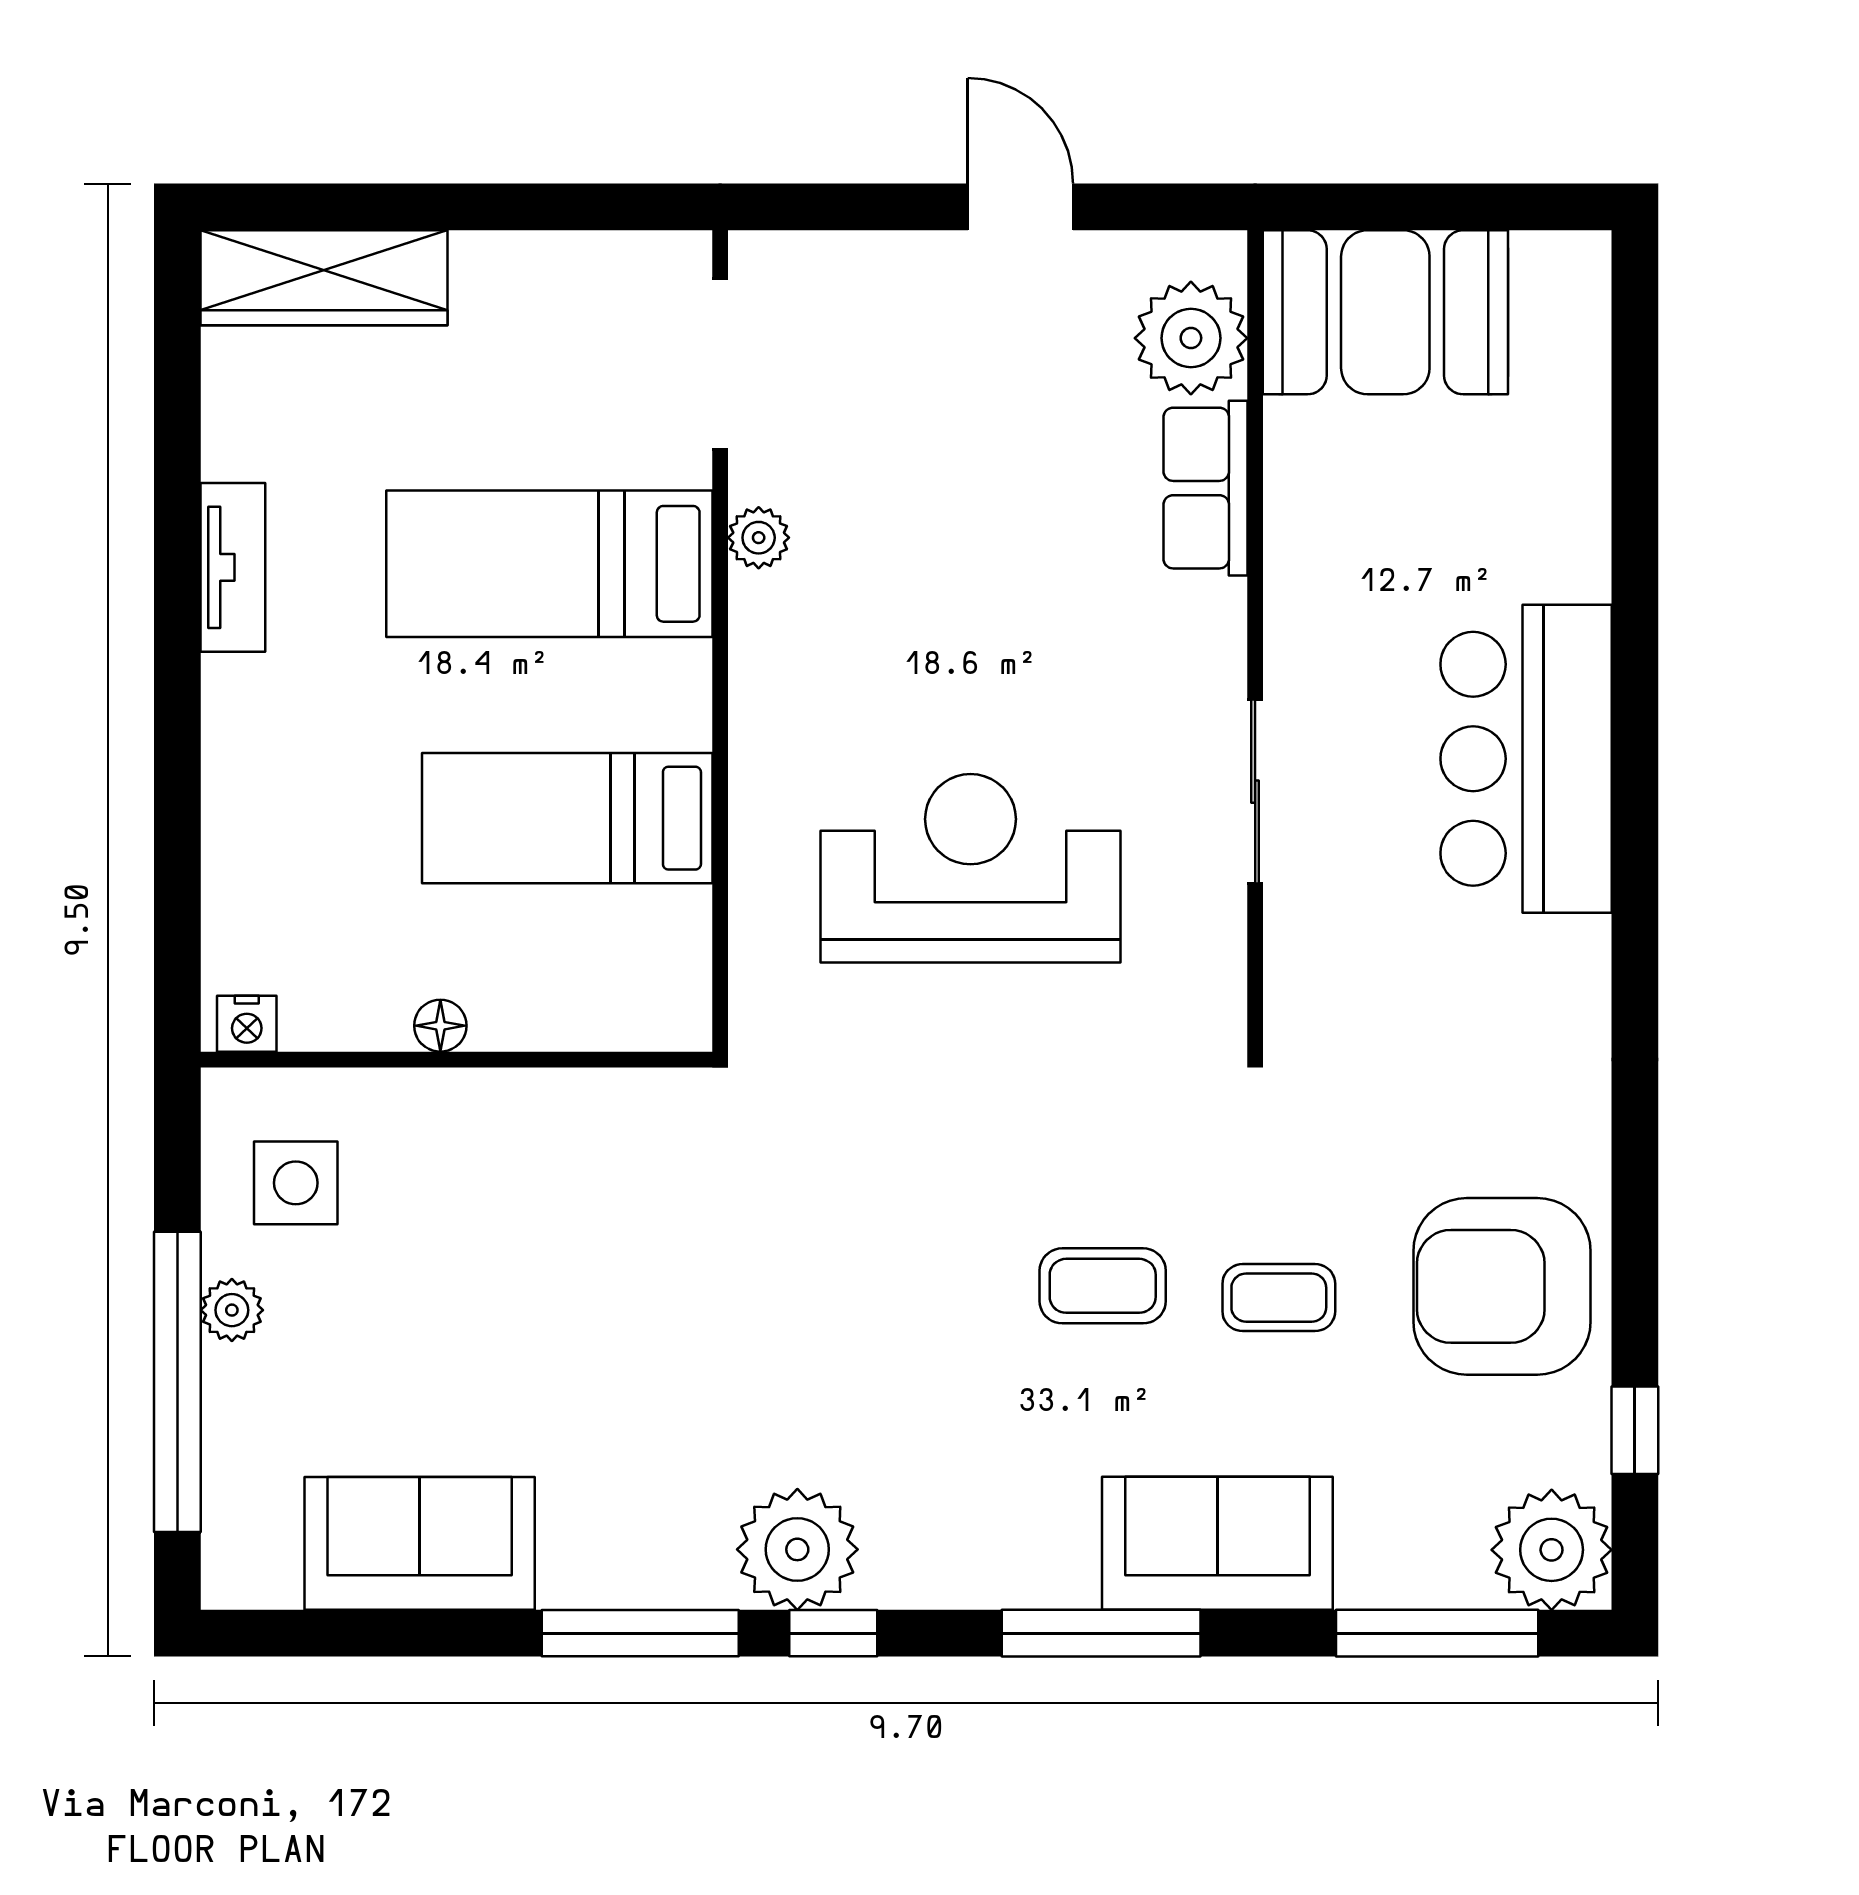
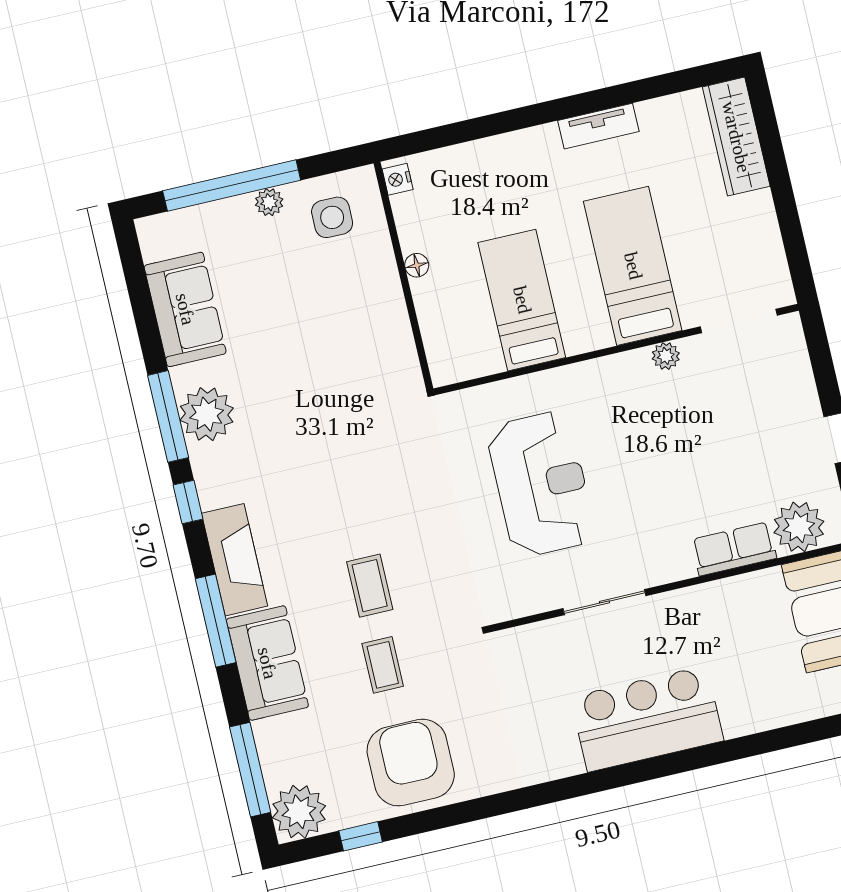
plant: (797, 1549) -> (207, 414), moved
fireplace: (980, 1562) -> (235, 560), added

